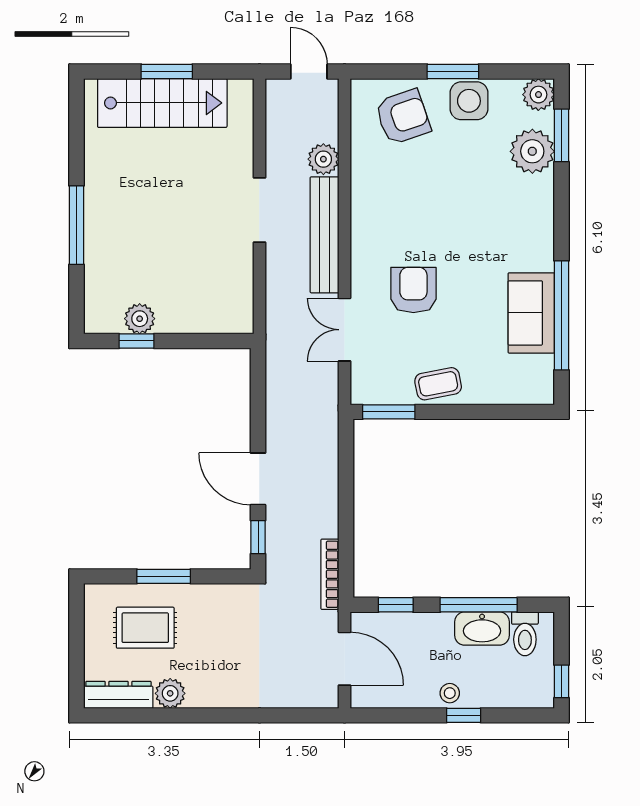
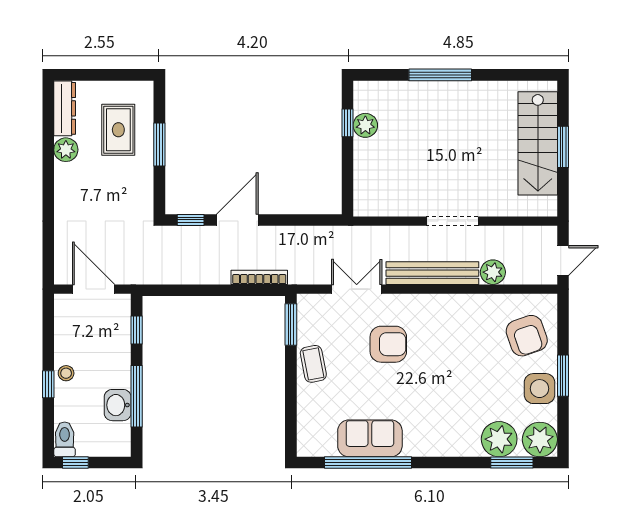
plant: (538, 95) -> (540, 439), width x1.36, depth x1.36
bookcase: (330, 574) -> (259, 277), moved
washbasin: (482, 629) -> (118, 405), width x0.72
toilet: (525, 634) -> (65, 439), moved, turned 90
door: (345, 659) -> (94, 289), swing flipped

